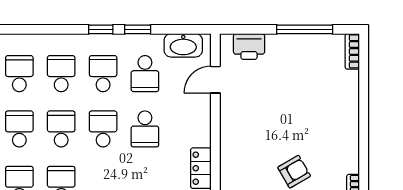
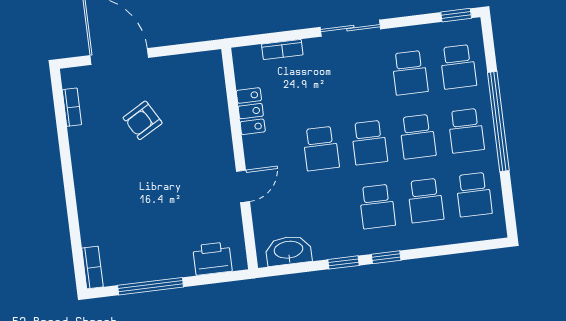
school desk: (145, 74) -> (329, 212), removed
door: (215, 80) -> (243, 186), moved
school desk: (145, 129) -> (321, 148), turned 180

